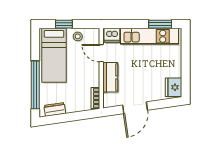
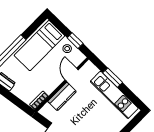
window: (64, 24) -> (75, 41), moved
window: (160, 24) -> (113, 78), moved
dishwasher: (112, 35) -> (90, 70), removed

